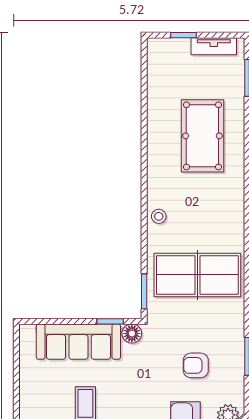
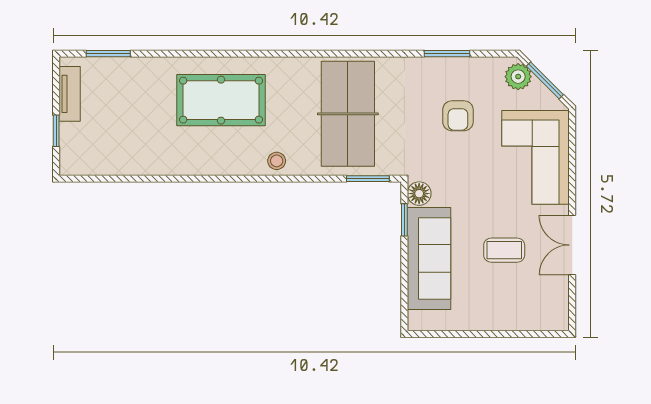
pool table: (202, 136) -> (221, 100), moved

